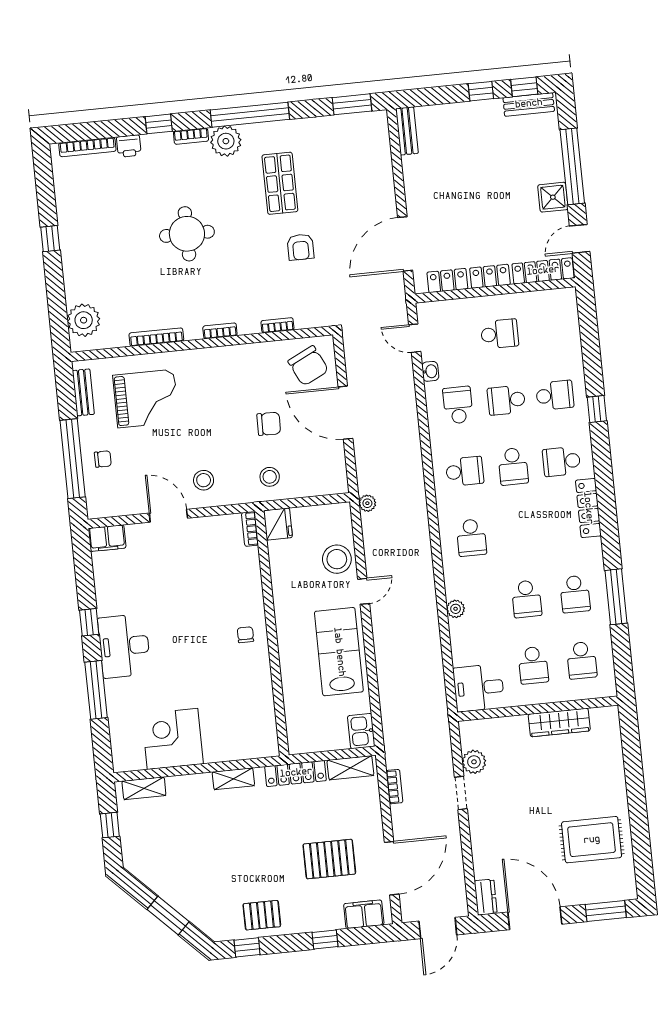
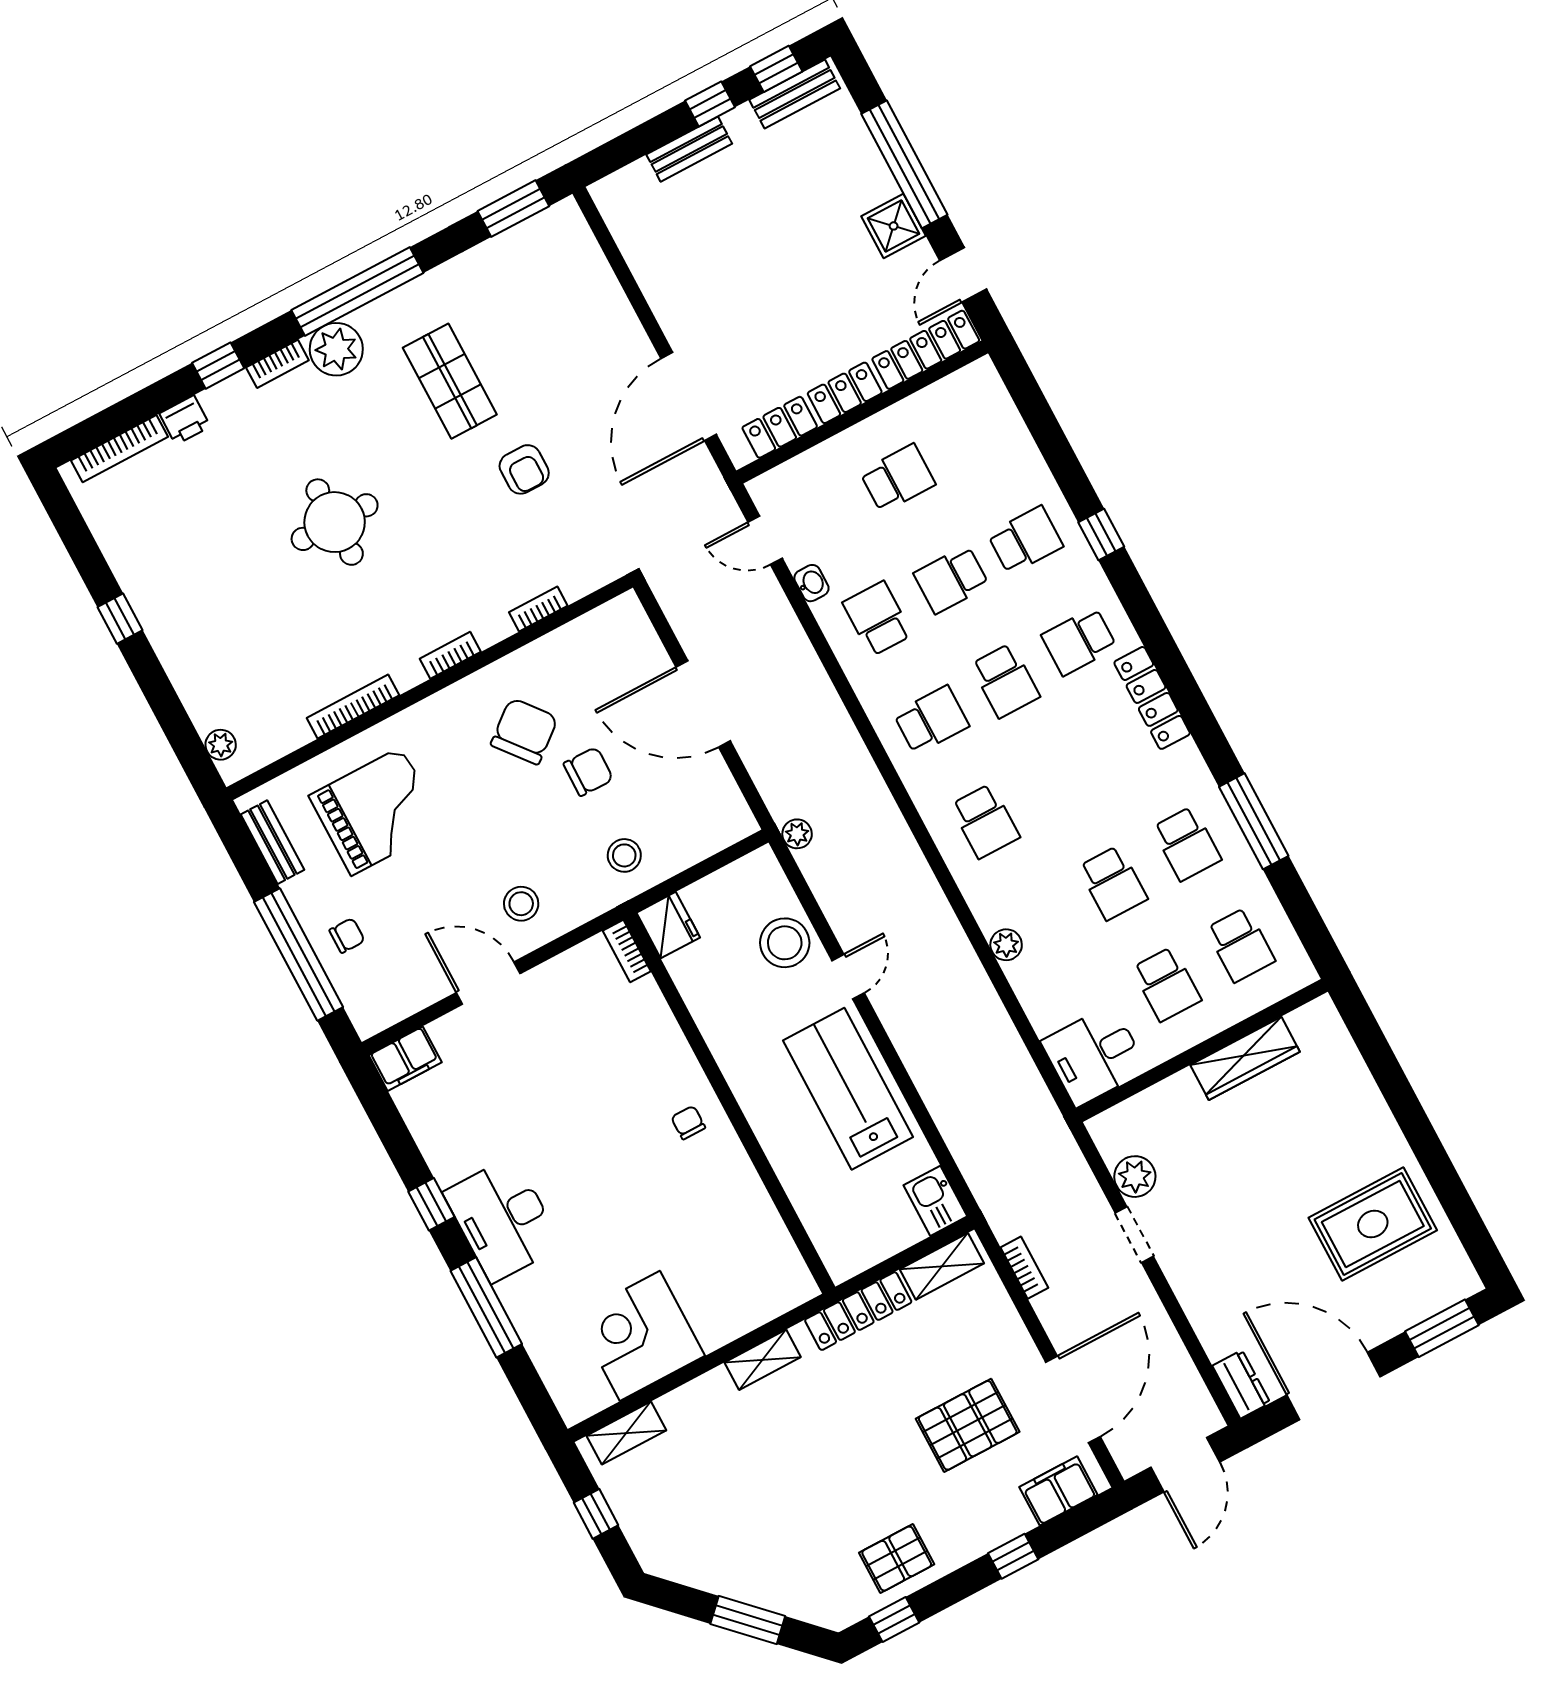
bench: (407, 131) -> (689, 149), moved, turned 90
plant: (84, 320) -> (221, 745), width x0.53, depth x0.53
chair: (308, 366) -> (524, 731), moved, turned -103

